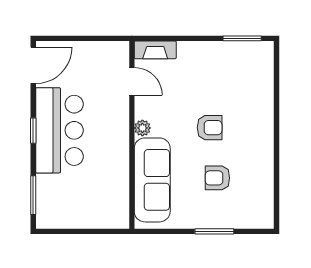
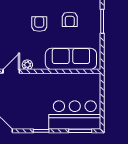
plant: (142, 128) -> (27, 65), moved
bar counter: (59, 130) -> (75, 115), moved

